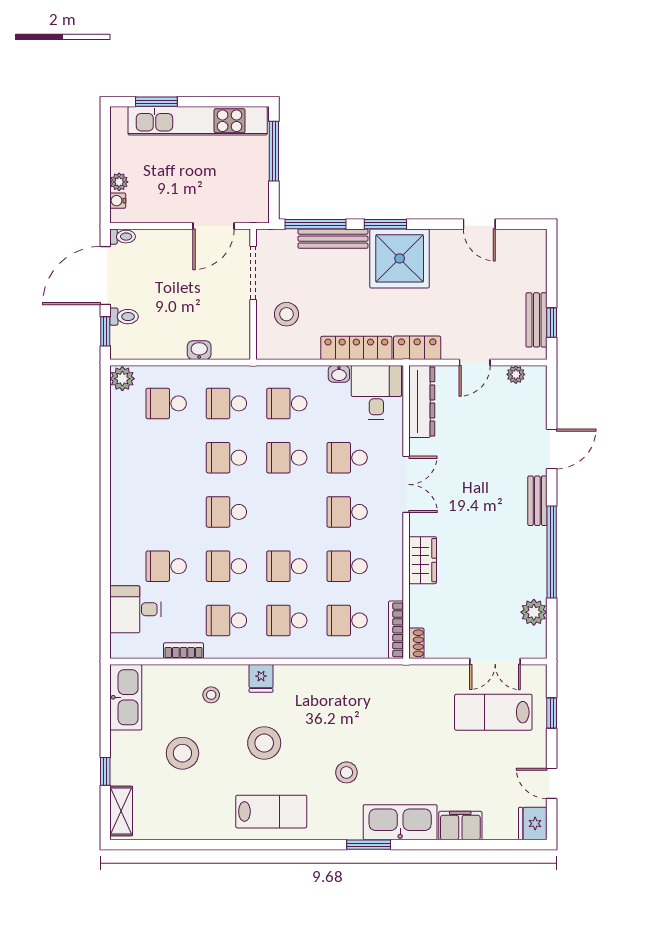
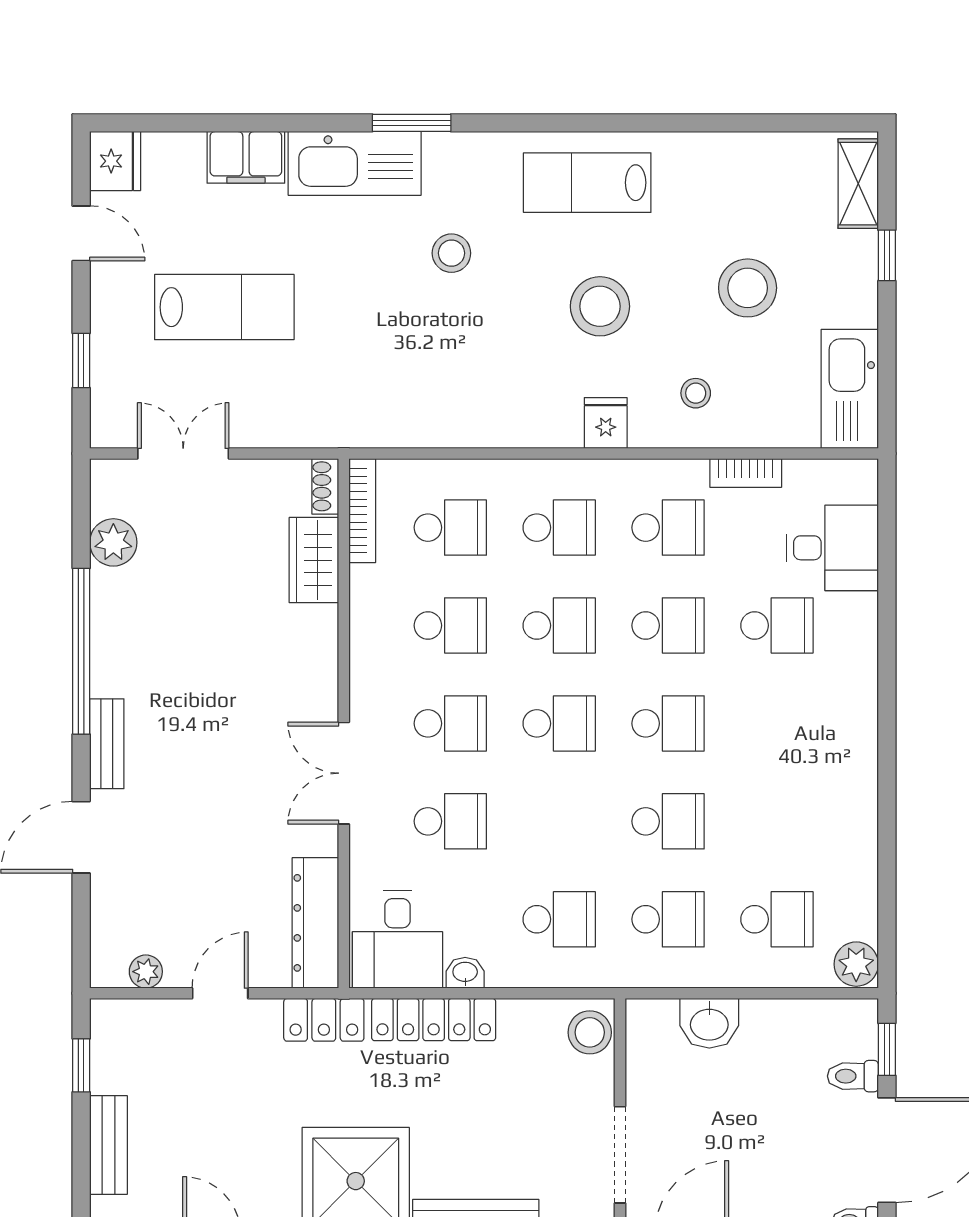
stool: (286, 314) -> (590, 1032), moved
bench: (536, 320) -> (108, 1145), moved
washbasin: (199, 350) -> (709, 1023), width x1.38, depth x1.45
school desk: (287, 458) -> (559, 723), moved
wardrobe: (423, 560) -> (314, 560), moved
lab bench: (493, 712) -> (224, 307), moved

